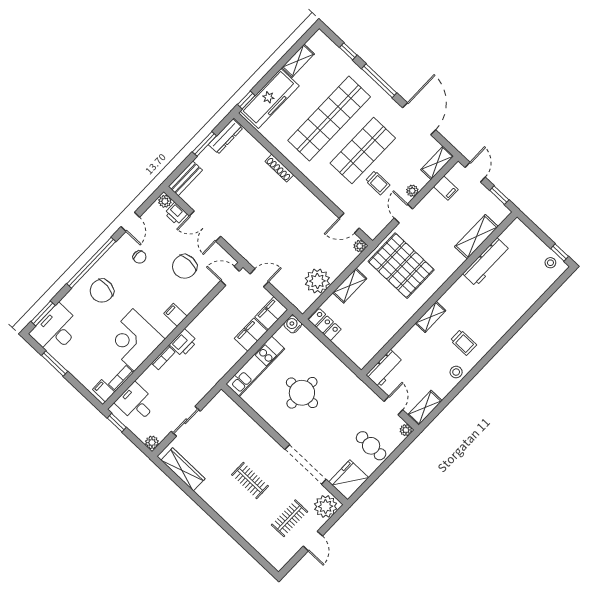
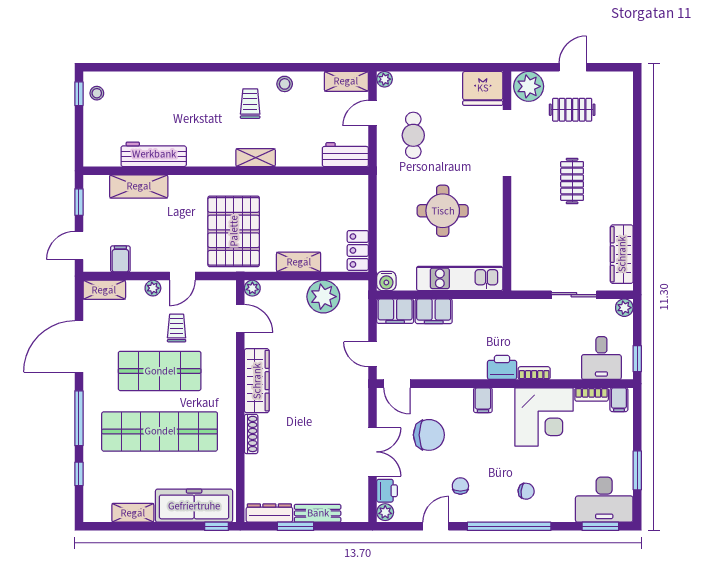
bench: (185, 178) -> (318, 513), moved
wardrobe: (306, 199) -> (257, 381), added
chair: (102, 291) -> (526, 491), width x0.54, depth x0.54
cafe table: (371, 446) -> (413, 135), moved

